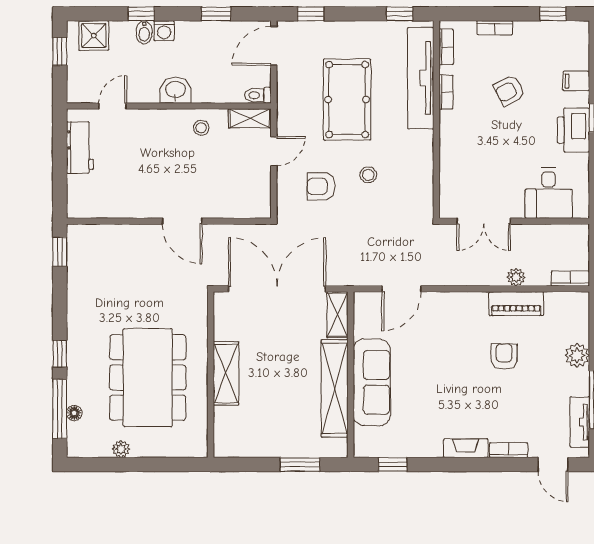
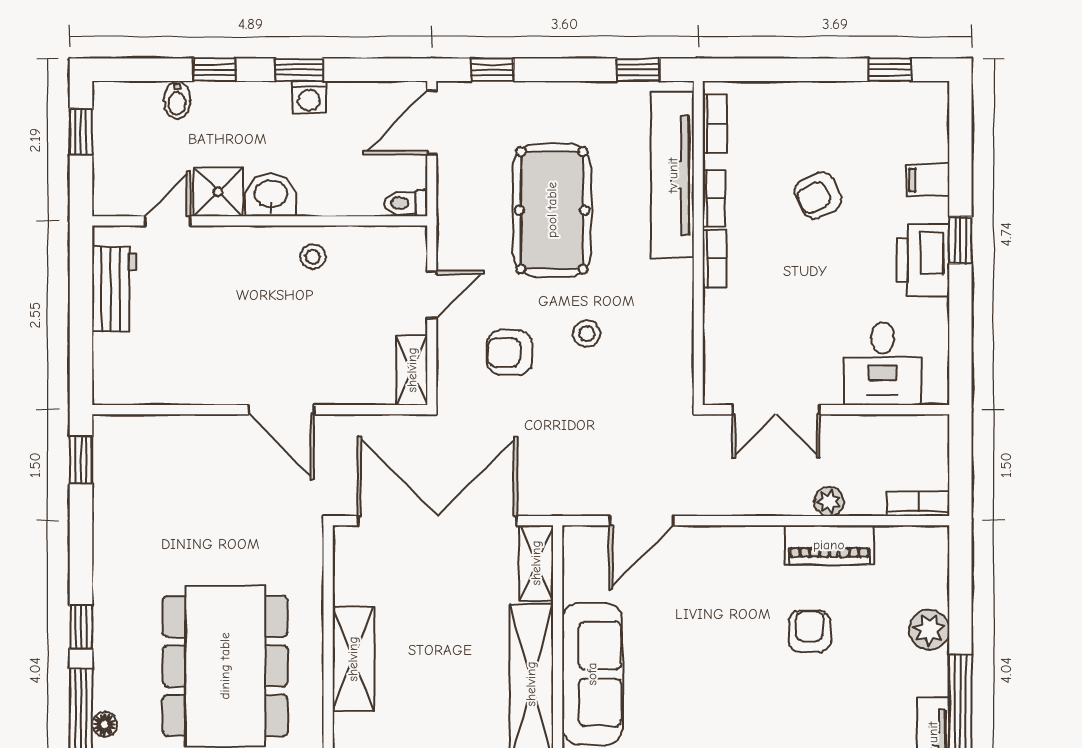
window: (216, 14) -> (299, 70), moved
bookcase: (495, 28) -> (714, 259), moved, turned -90
washing machine: (164, 31) -> (309, 97), moved
bidet: (144, 32) -> (177, 100), moved
shower: (94, 36) -> (218, 192), moved
shelving: (250, 118) -> (412, 370), moved, turned 90

